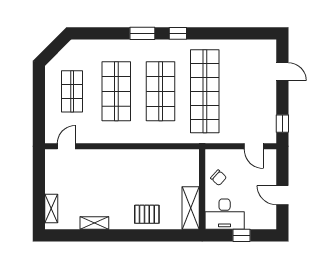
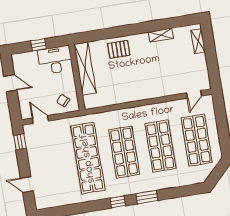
shop shelf: (72, 91) -> (197, 140), width x1.43, depth x1.36
chair: (219, 178) -> (63, 101), moved
shelving: (191, 208) -> (85, 69), width x1.47

